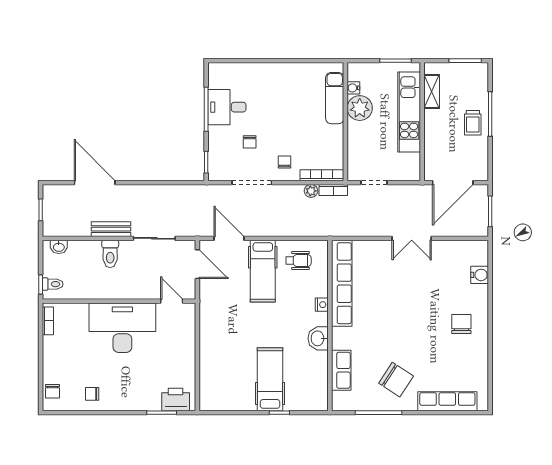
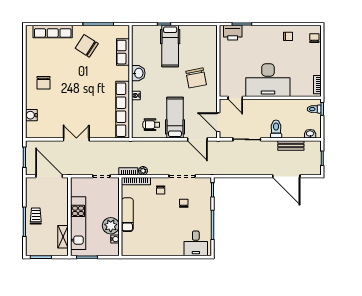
exam couch: (335, 98) -> (127, 215), moved
desk: (227, 107) -> (196, 243), moved, turned 90
door: (453, 183) -> (49, 176), hinge flipped
bench: (111, 229) -> (291, 145), moved
chair: (231, 331) -> (196, 78), added

